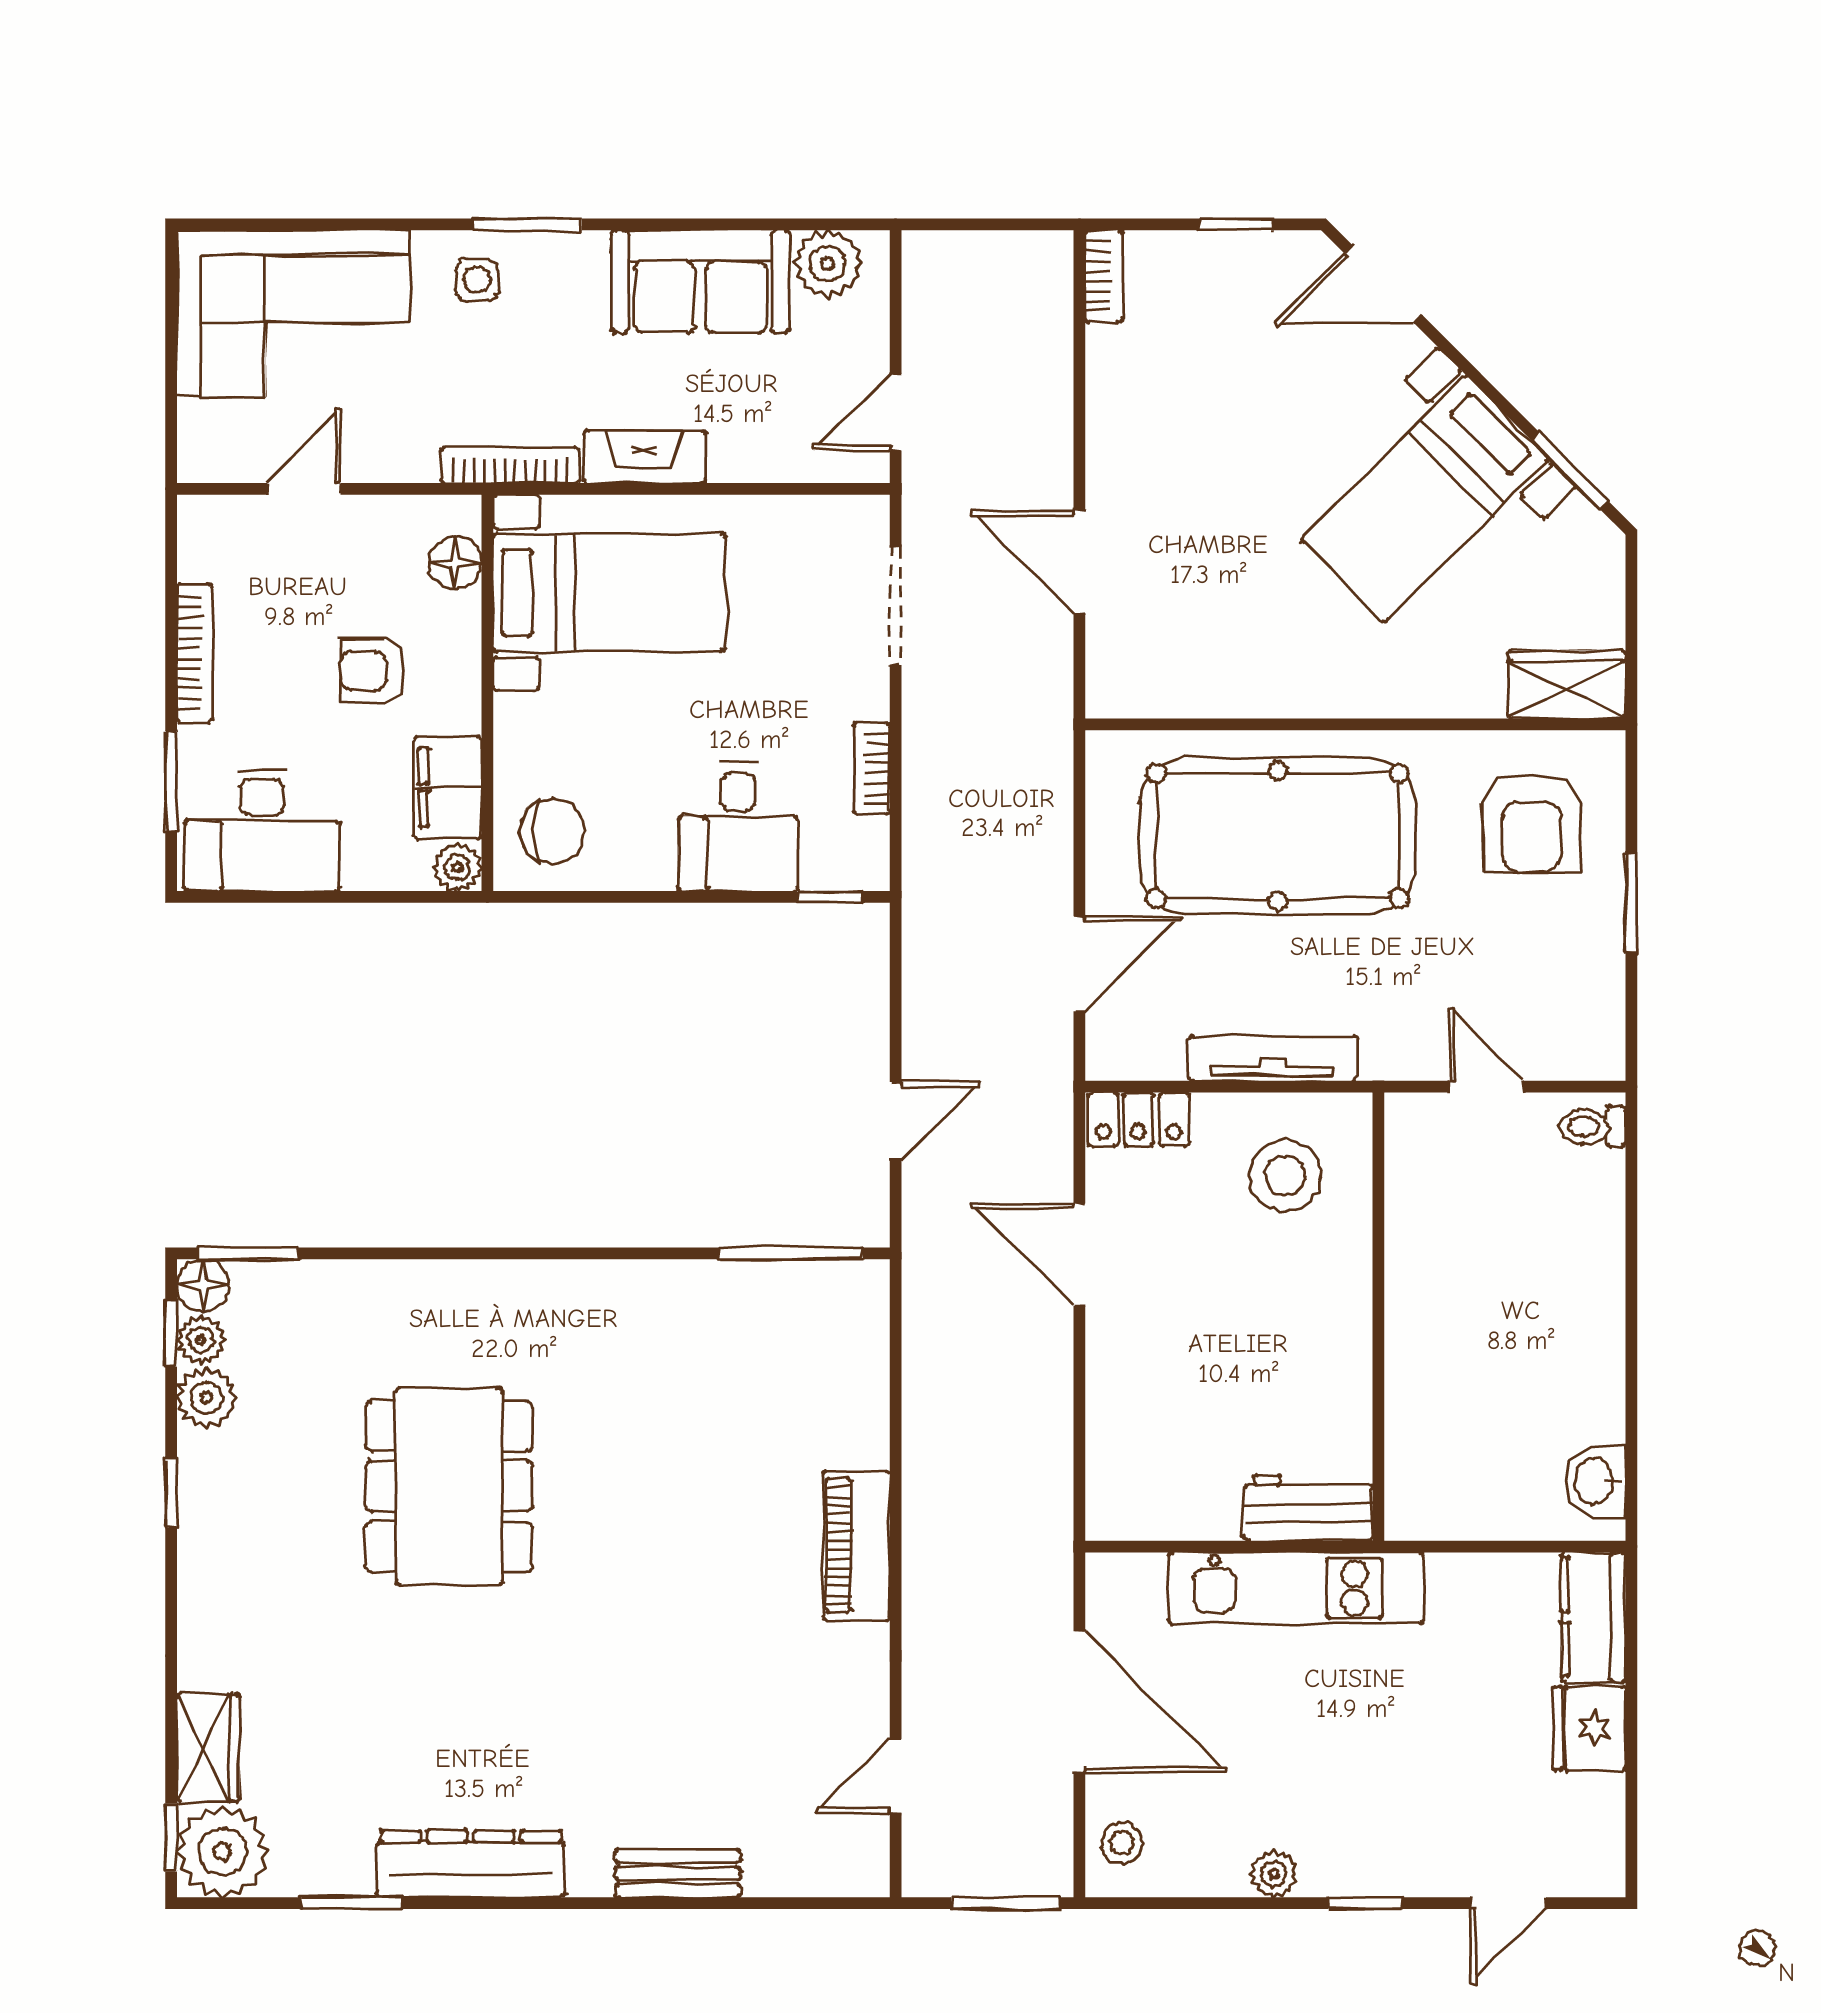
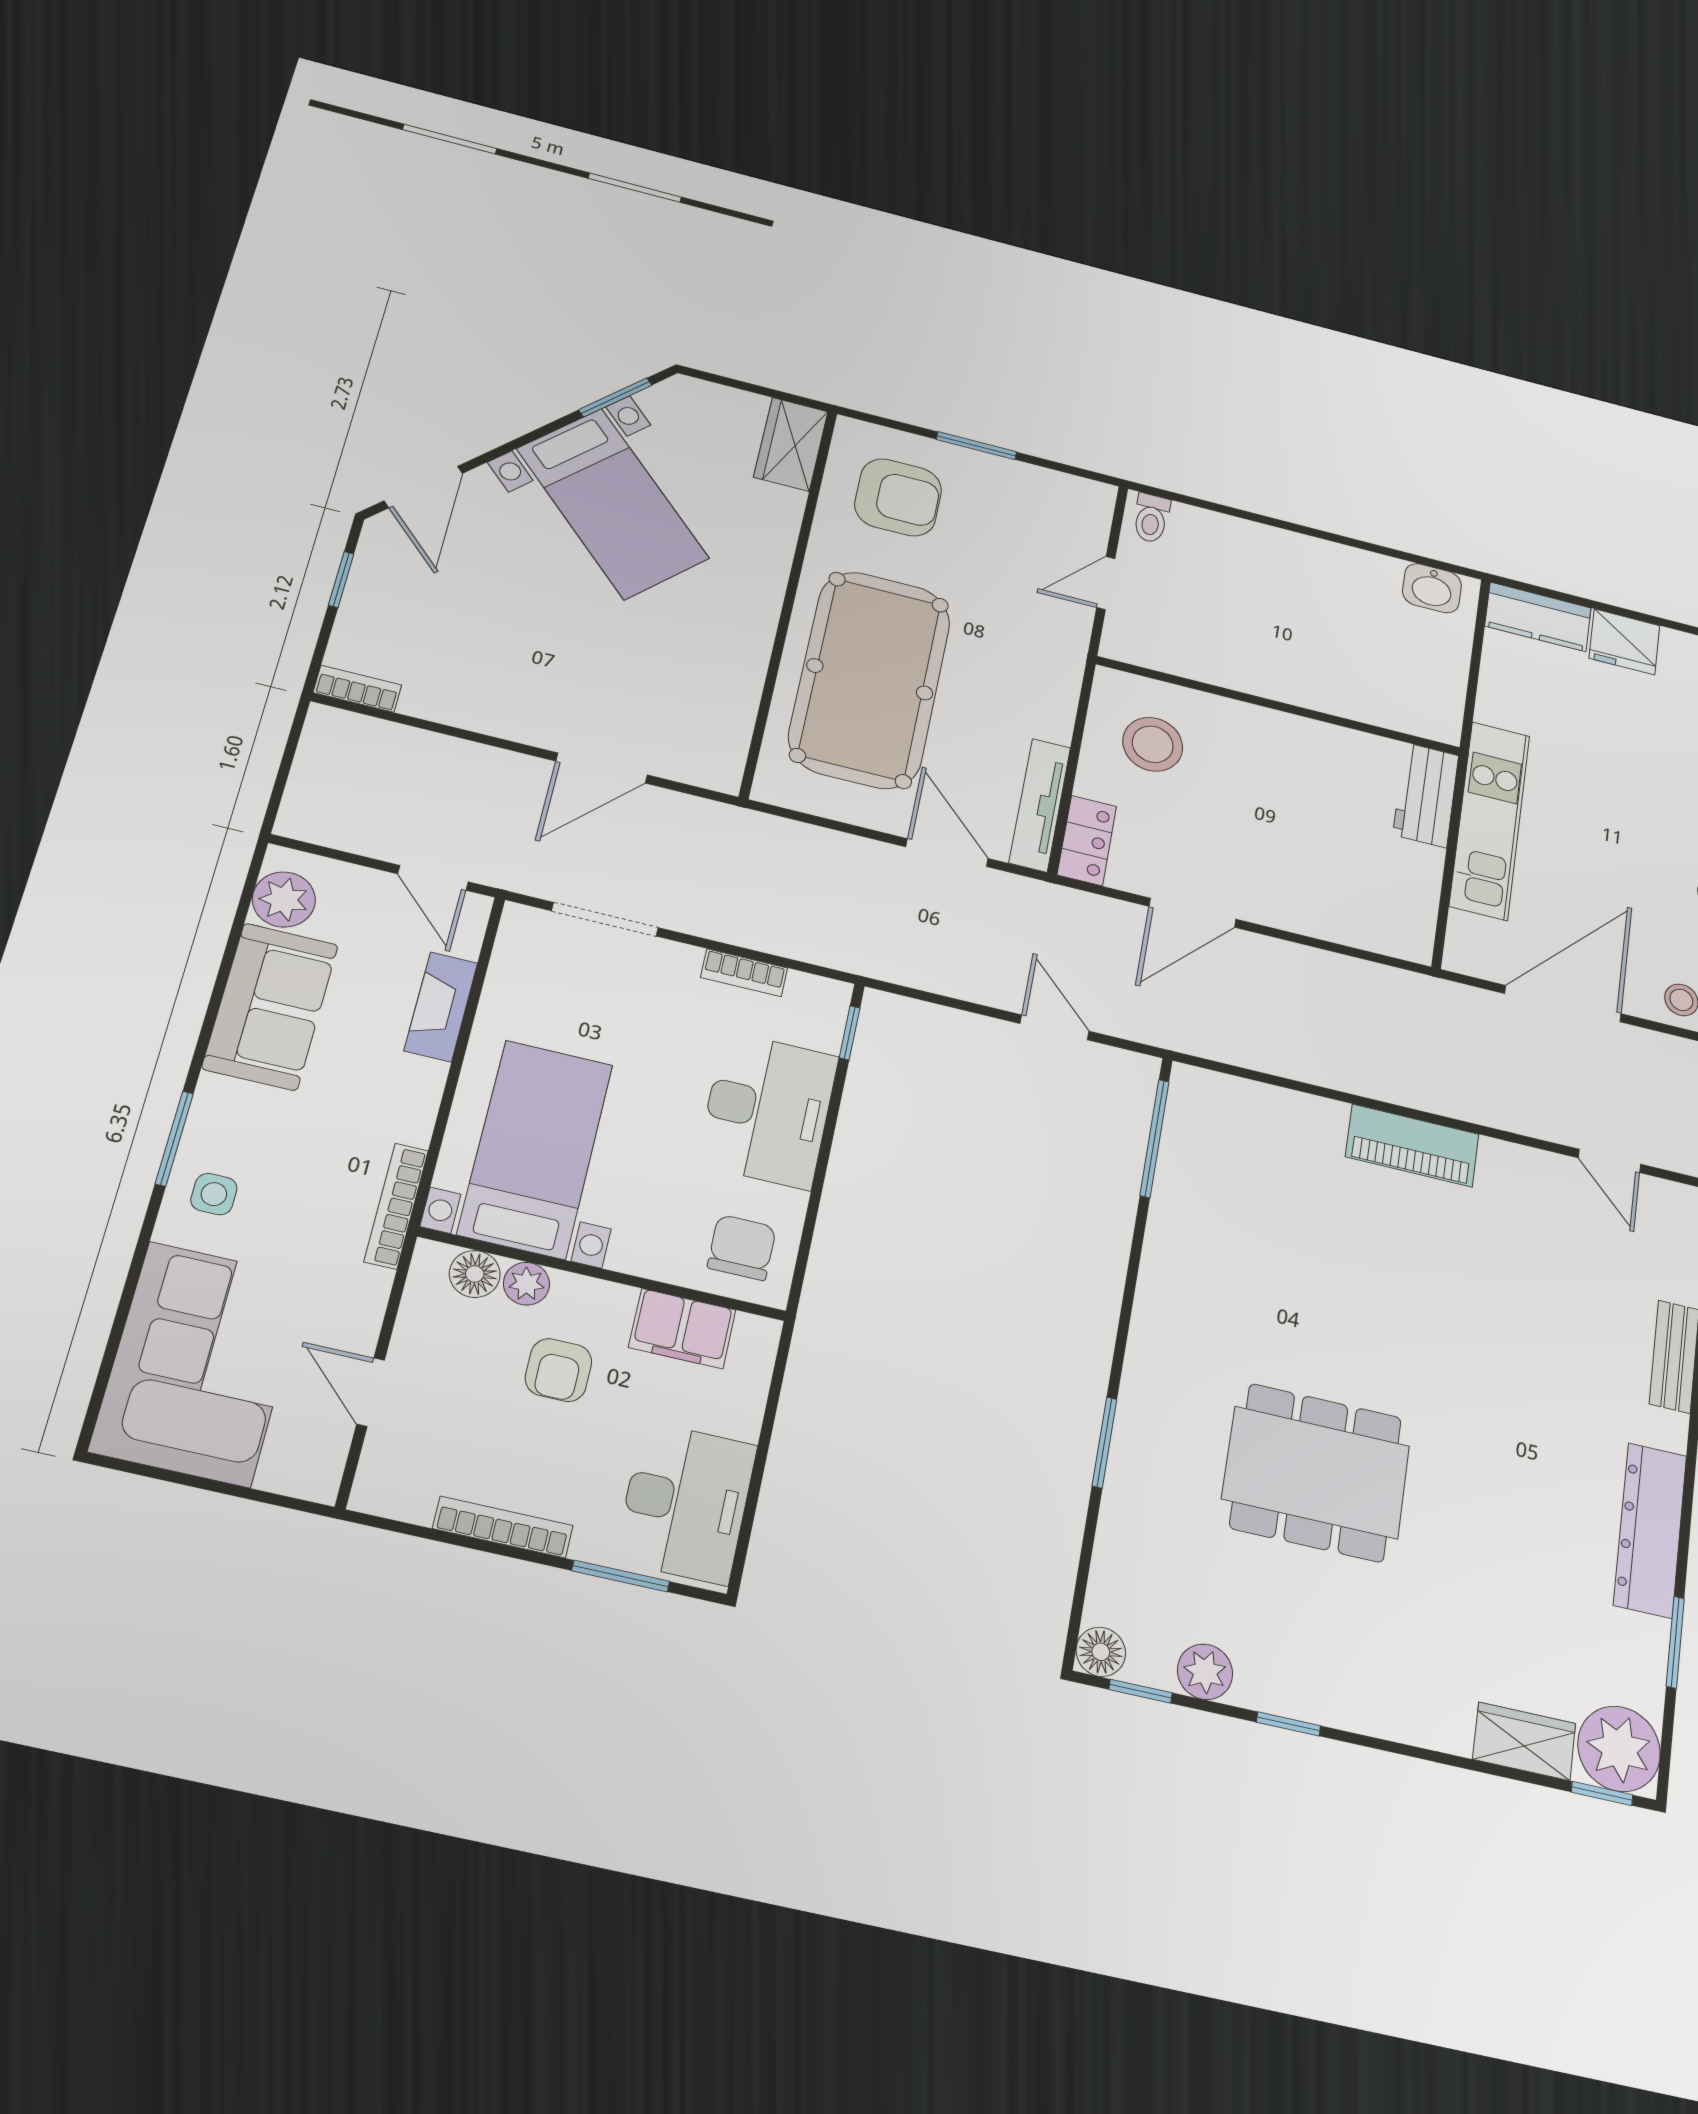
fireplace: (645, 457) -> (441, 1007), moved
desk: (738, 827) -> (768, 1110), width x1.37
plant: (458, 867) -> (526, 1284), moved
tv unit: (1273, 1058) -> (1040, 805), moved
window: (248, 1253) -> (1105, 1443), moved
plant: (201, 1340) -> (1151, 1665), removed

